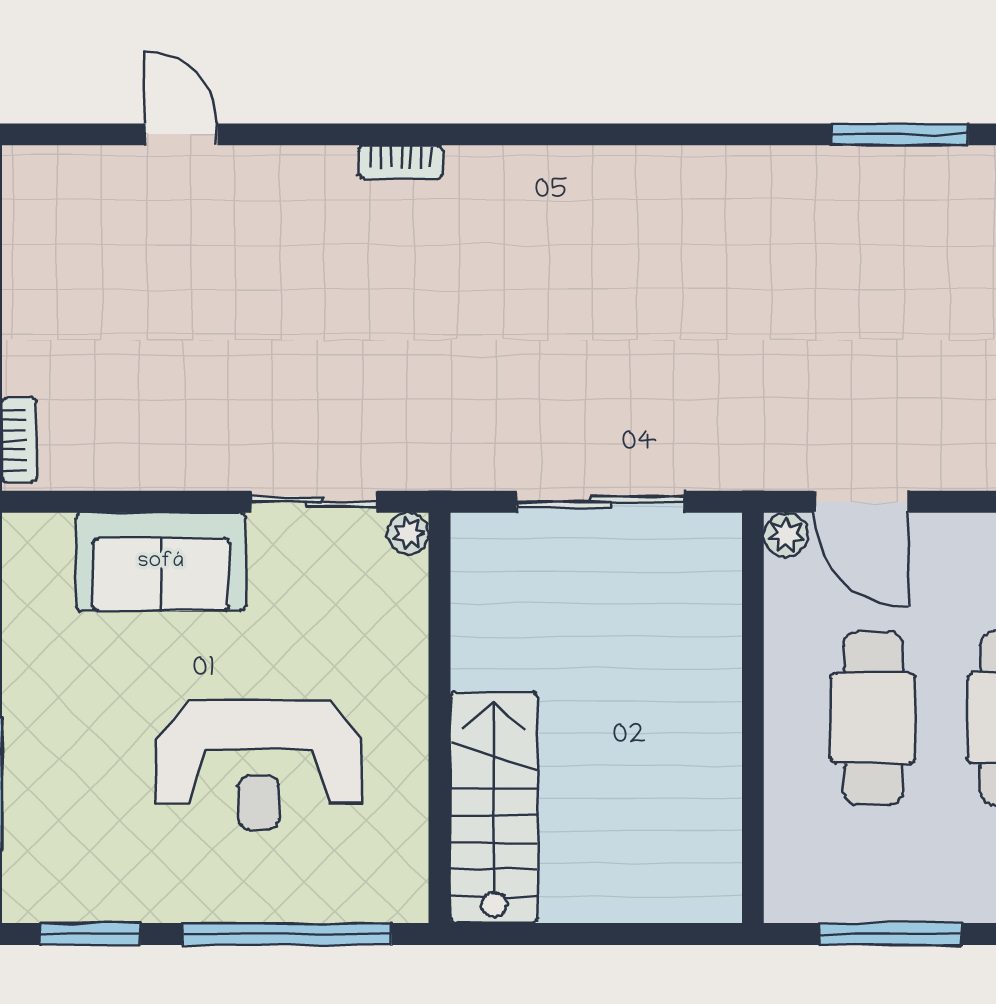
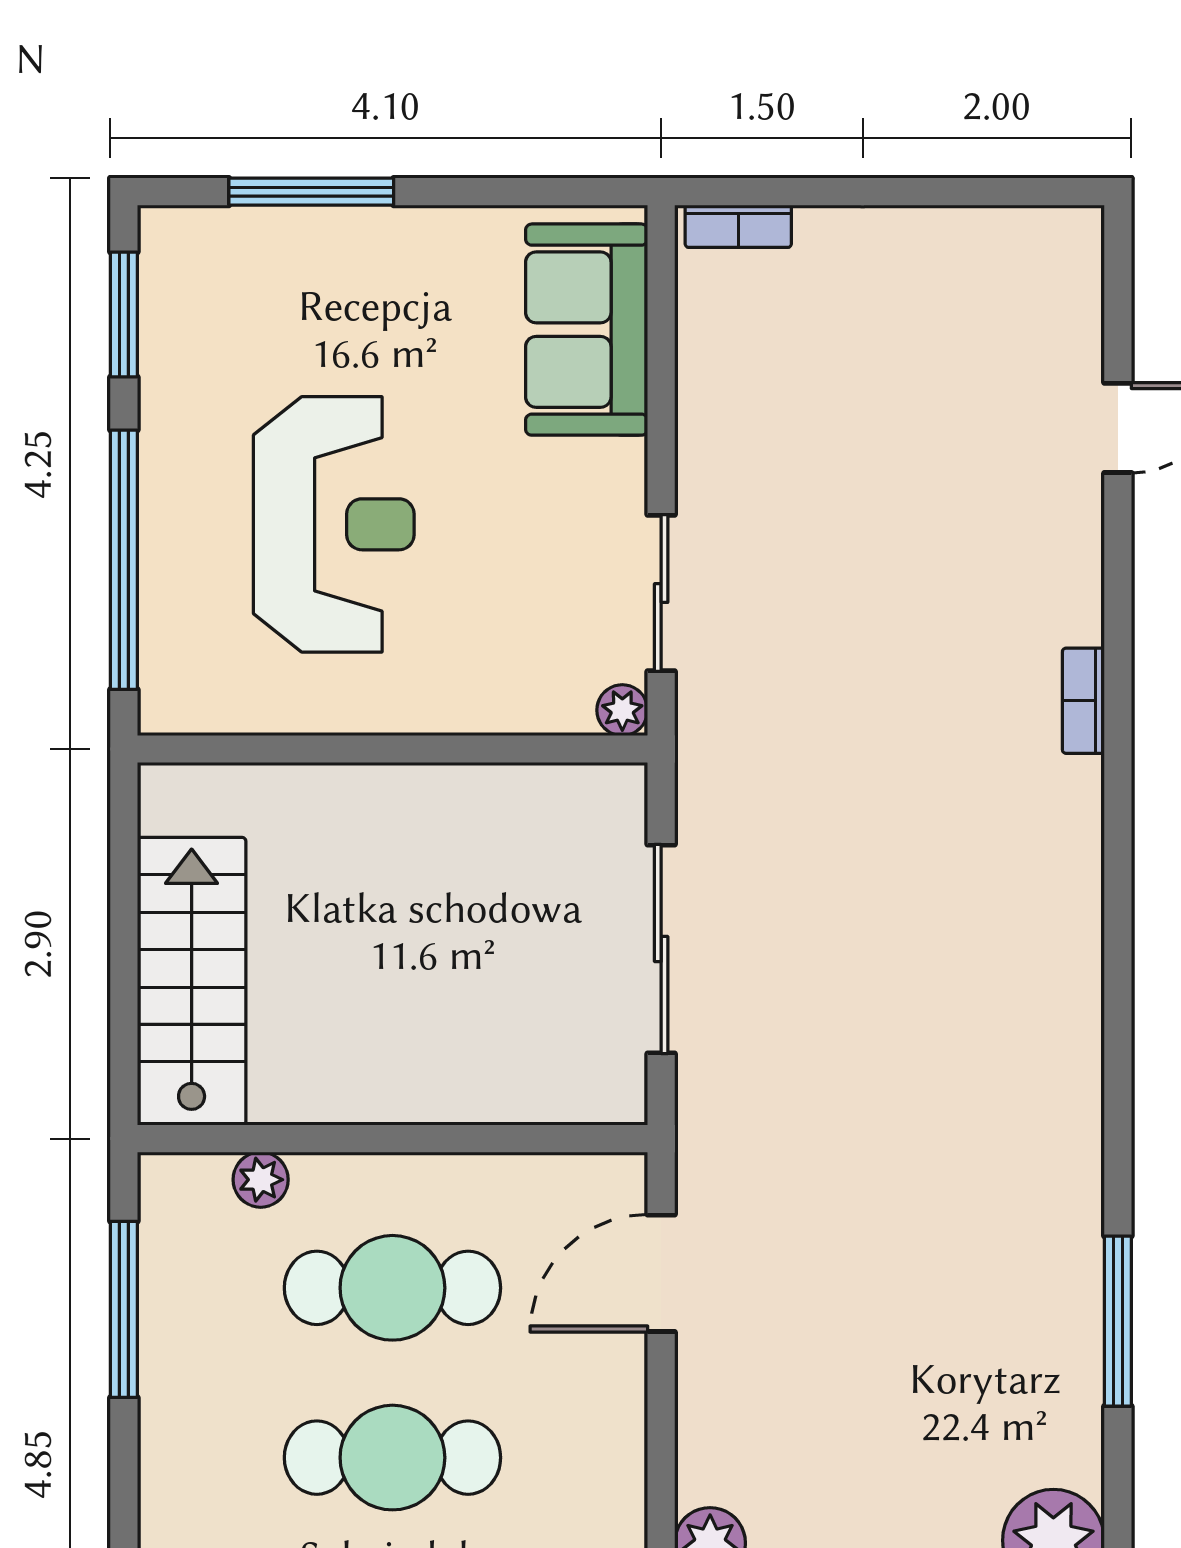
plant: (786, 535) -> (261, 1180), moved
sofa: (161, 562) -> (587, 330), moved
reception desk: (259, 765) -> (334, 524), turned 180
stairs: (494, 807) -> (192, 981), moved, turned -90

